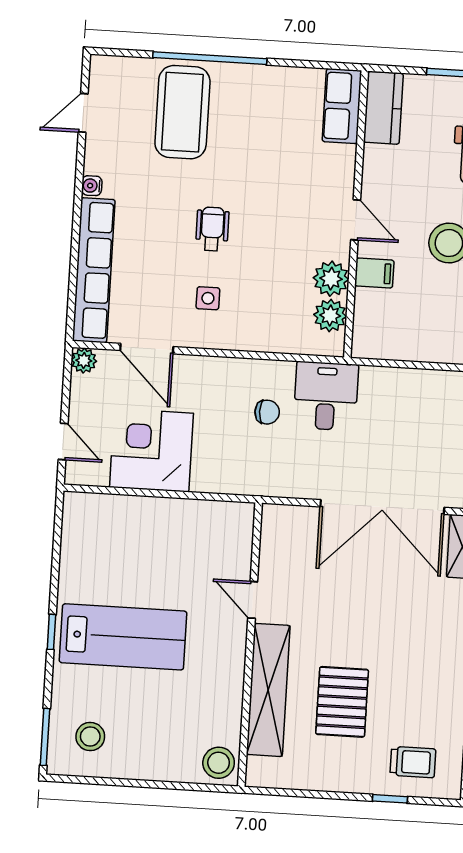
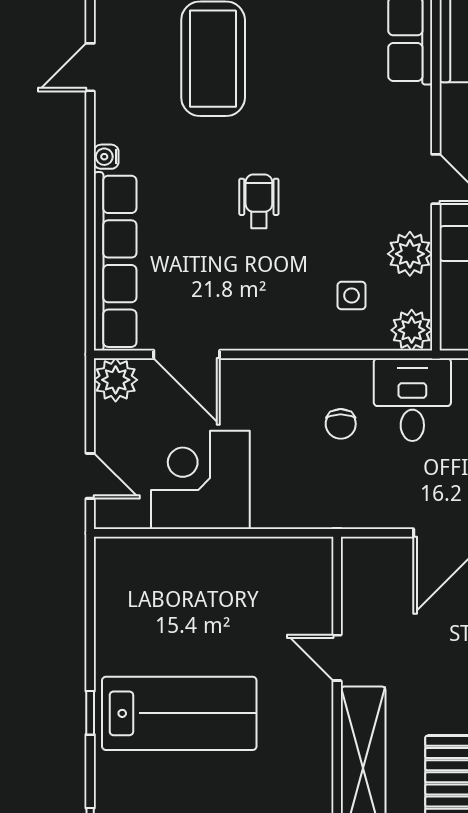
side table: (208, 298) -> (352, 296), moved
plant: (330, 315) -> (412, 330), moved
plant: (84, 361) -> (116, 380), width x1.38, depth x1.38
chair: (267, 412) -> (341, 424), turned 90

